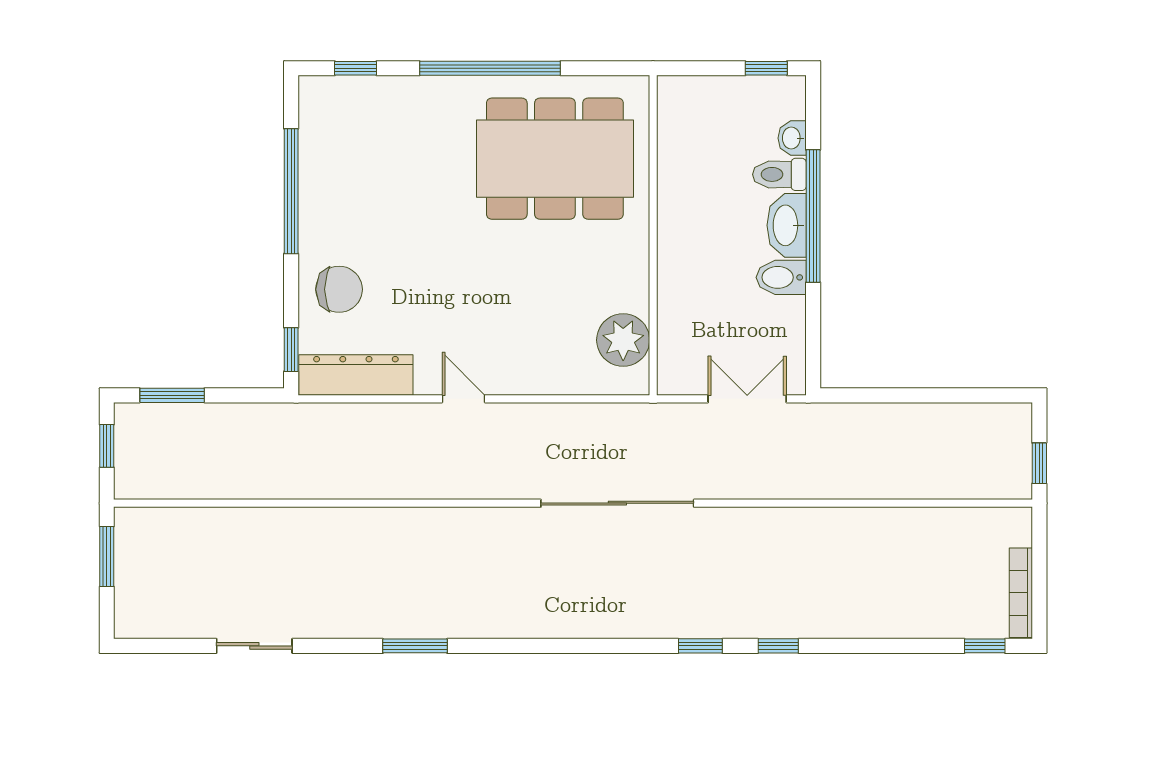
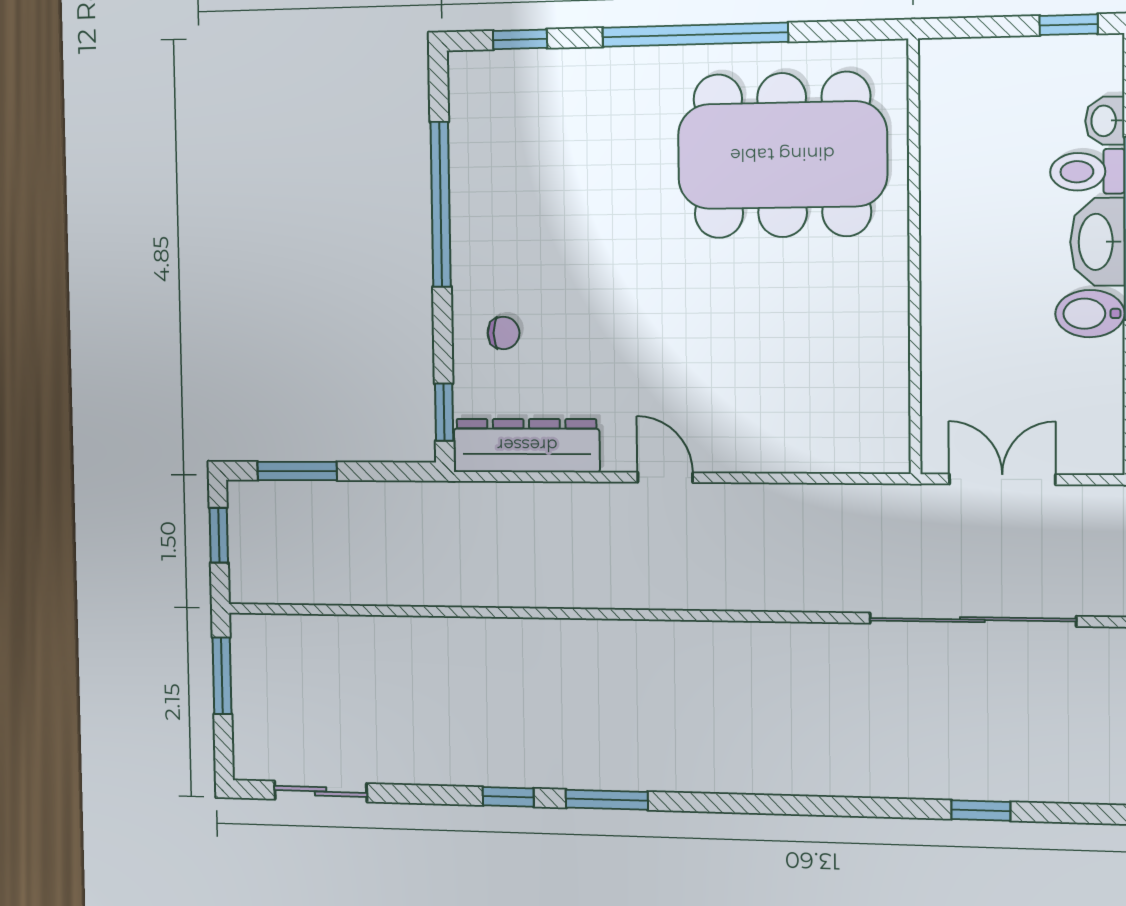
chair: (339, 289) -> (503, 333), width x0.54, depth x0.54
plant: (623, 340) -> (875, 399), removed
double door: (747, 399) -> (1002, 479), moved
sliding door: (617, 503) -> (972, 620), moved
sliding door: (254, 646) -> (321, 791), moved
window: (778, 646) -> (508, 797), moved

